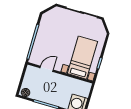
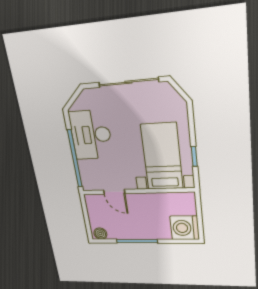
desk: (49, 32) -> (91, 135), added
door: (47, 69) -> (114, 192), swing flipped

